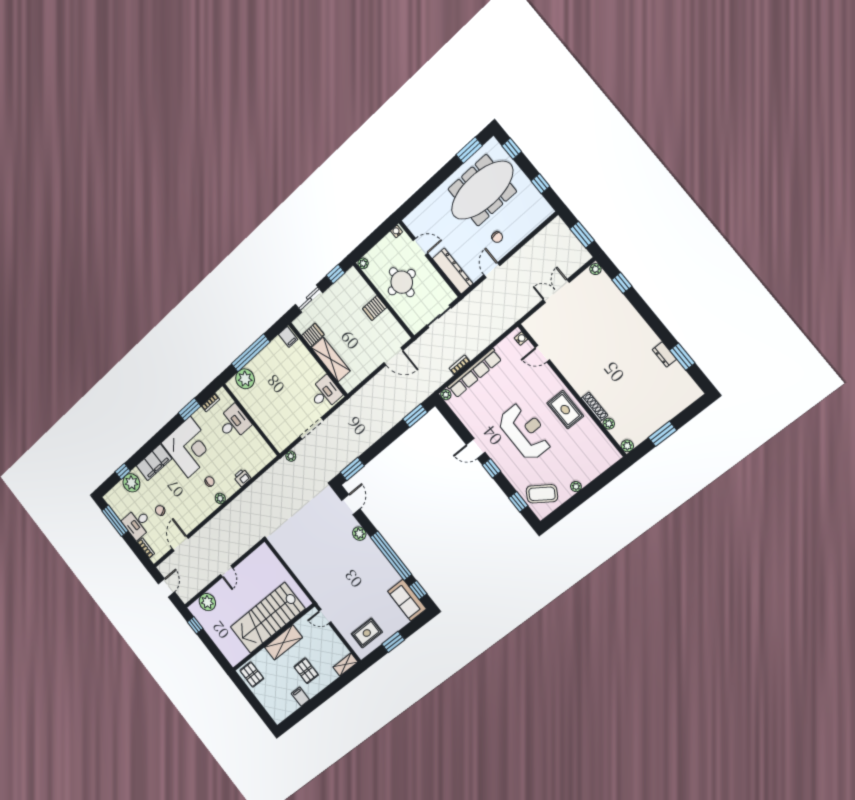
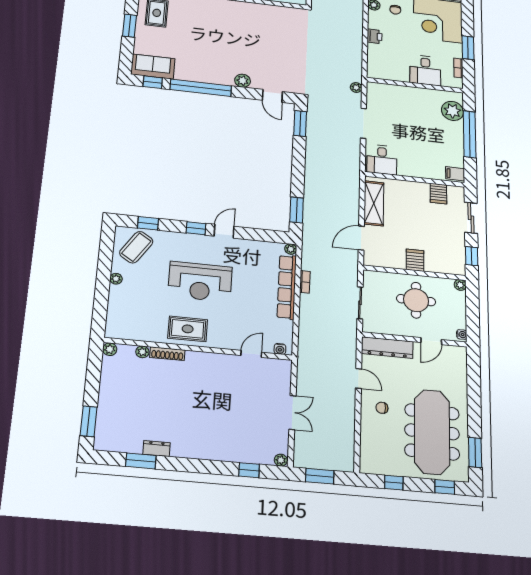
shelving: (331, 359) -> (374, 203), moved, turned 90
window: (662, 434) -> (89, 421), moved

